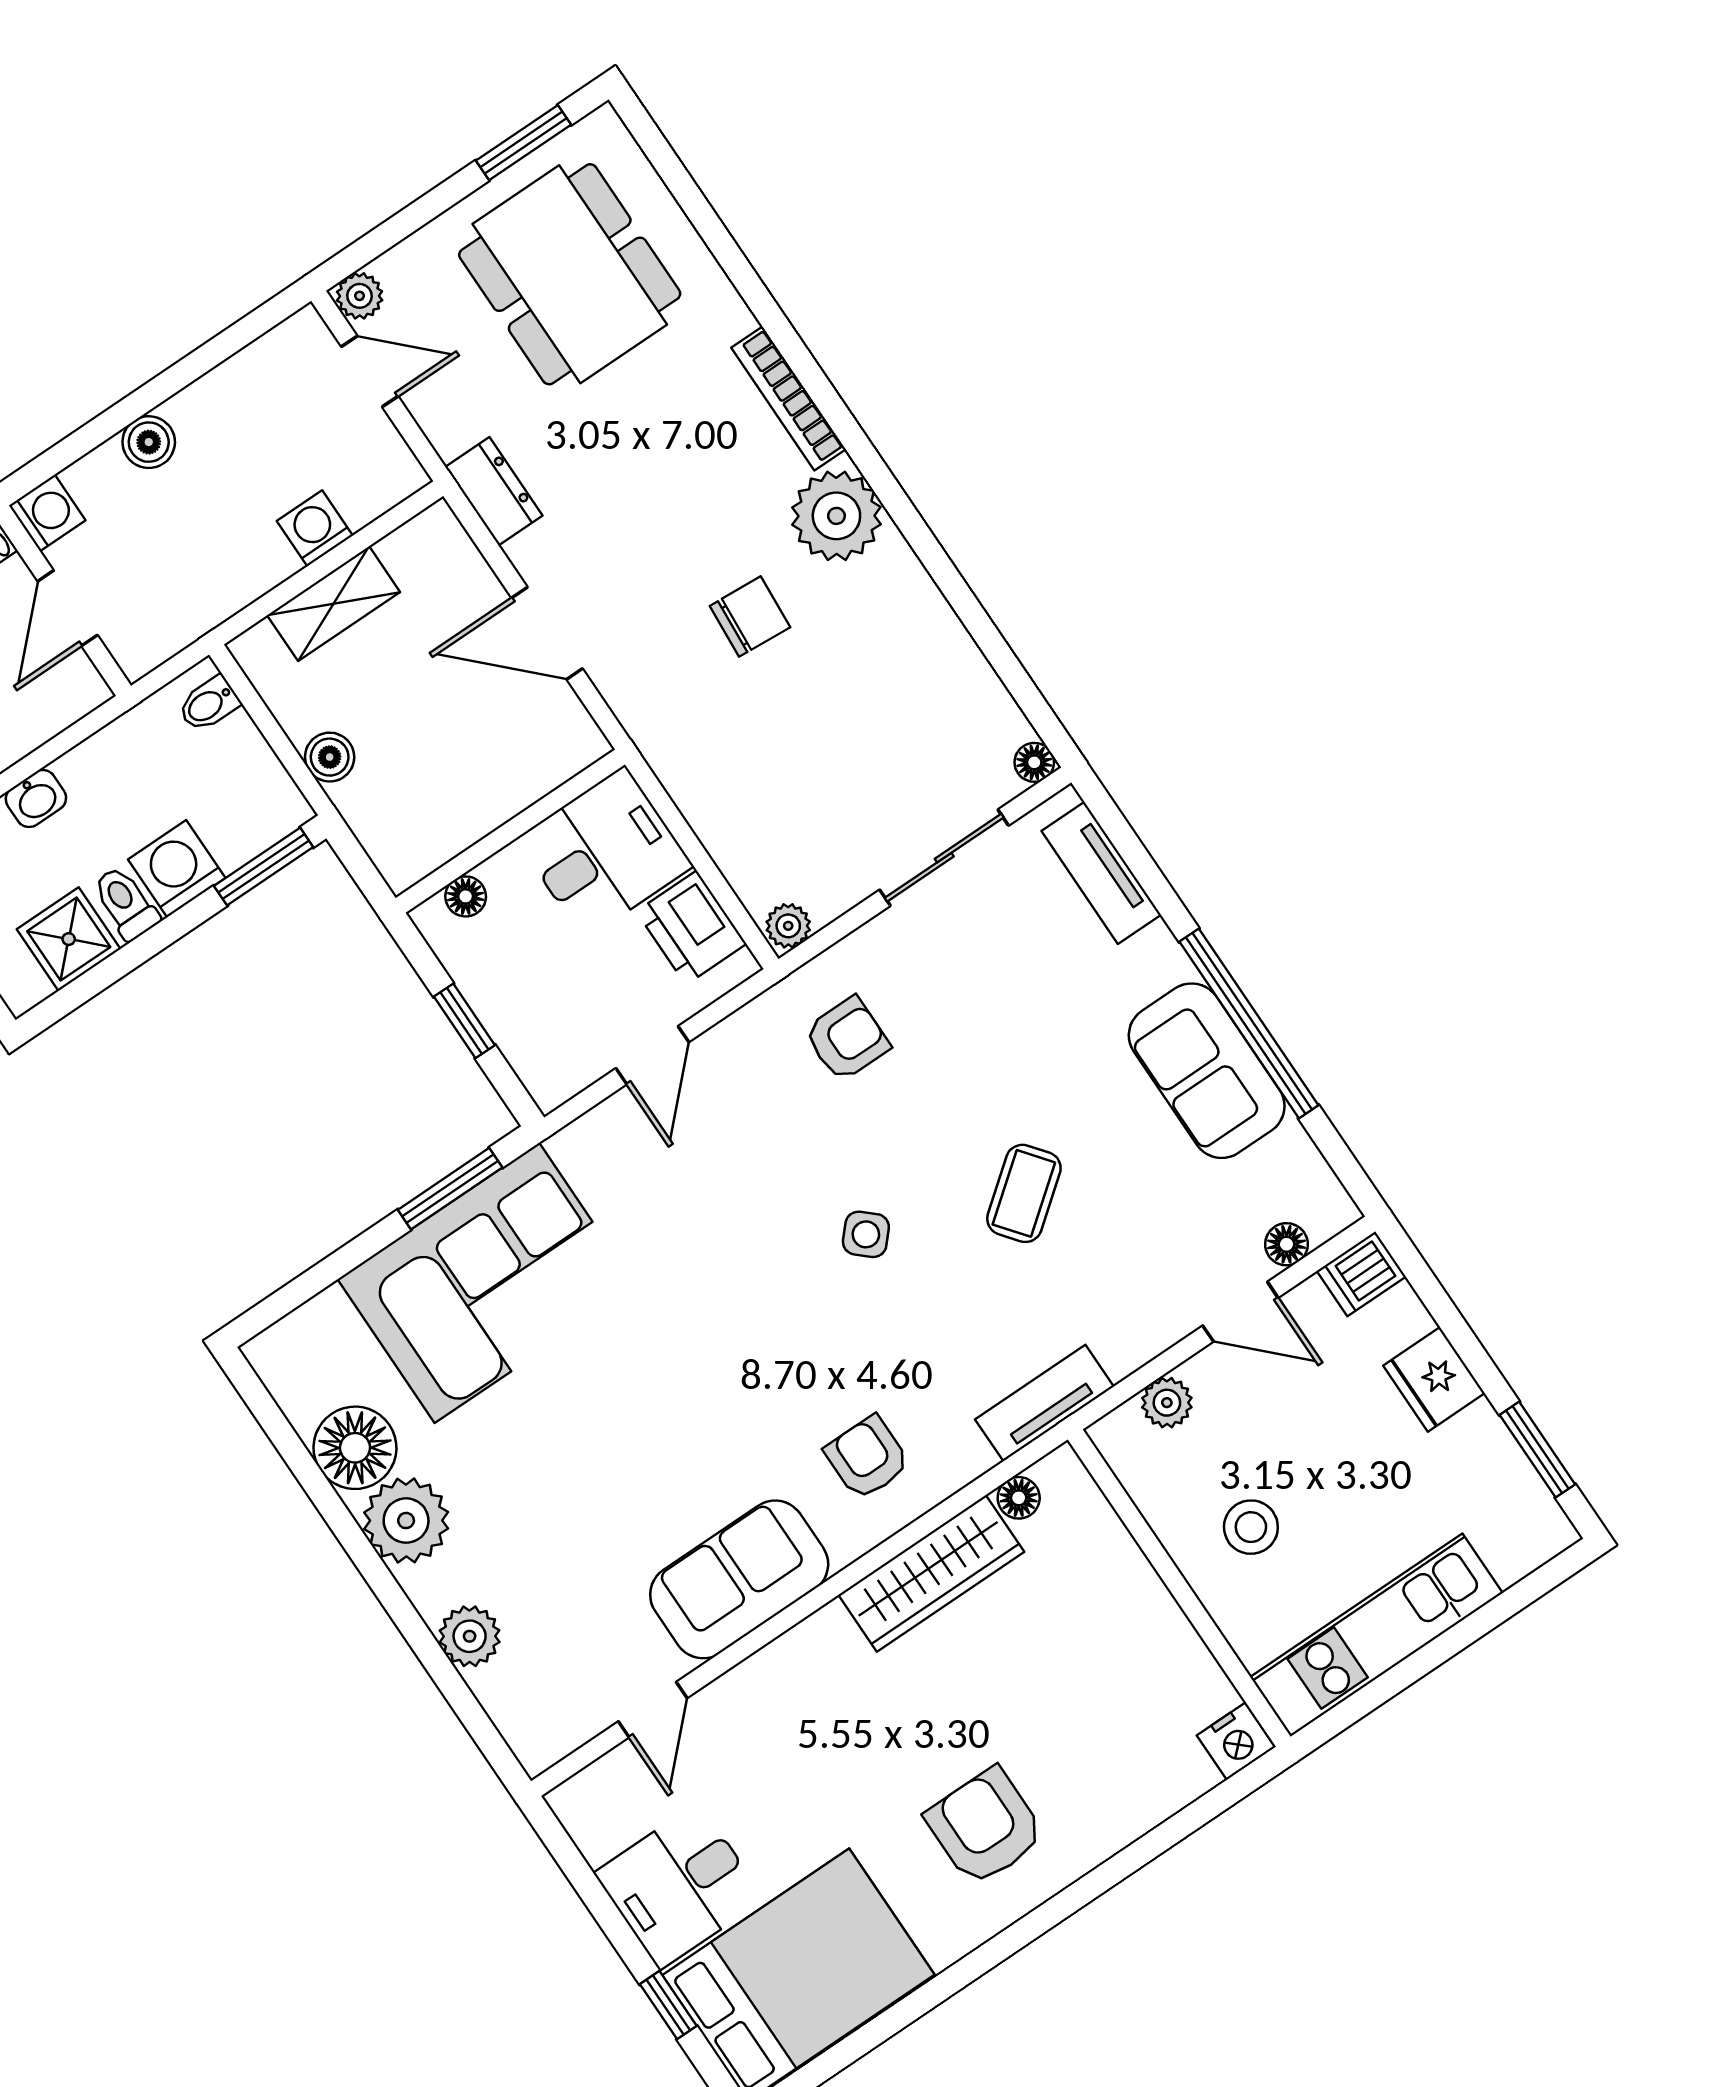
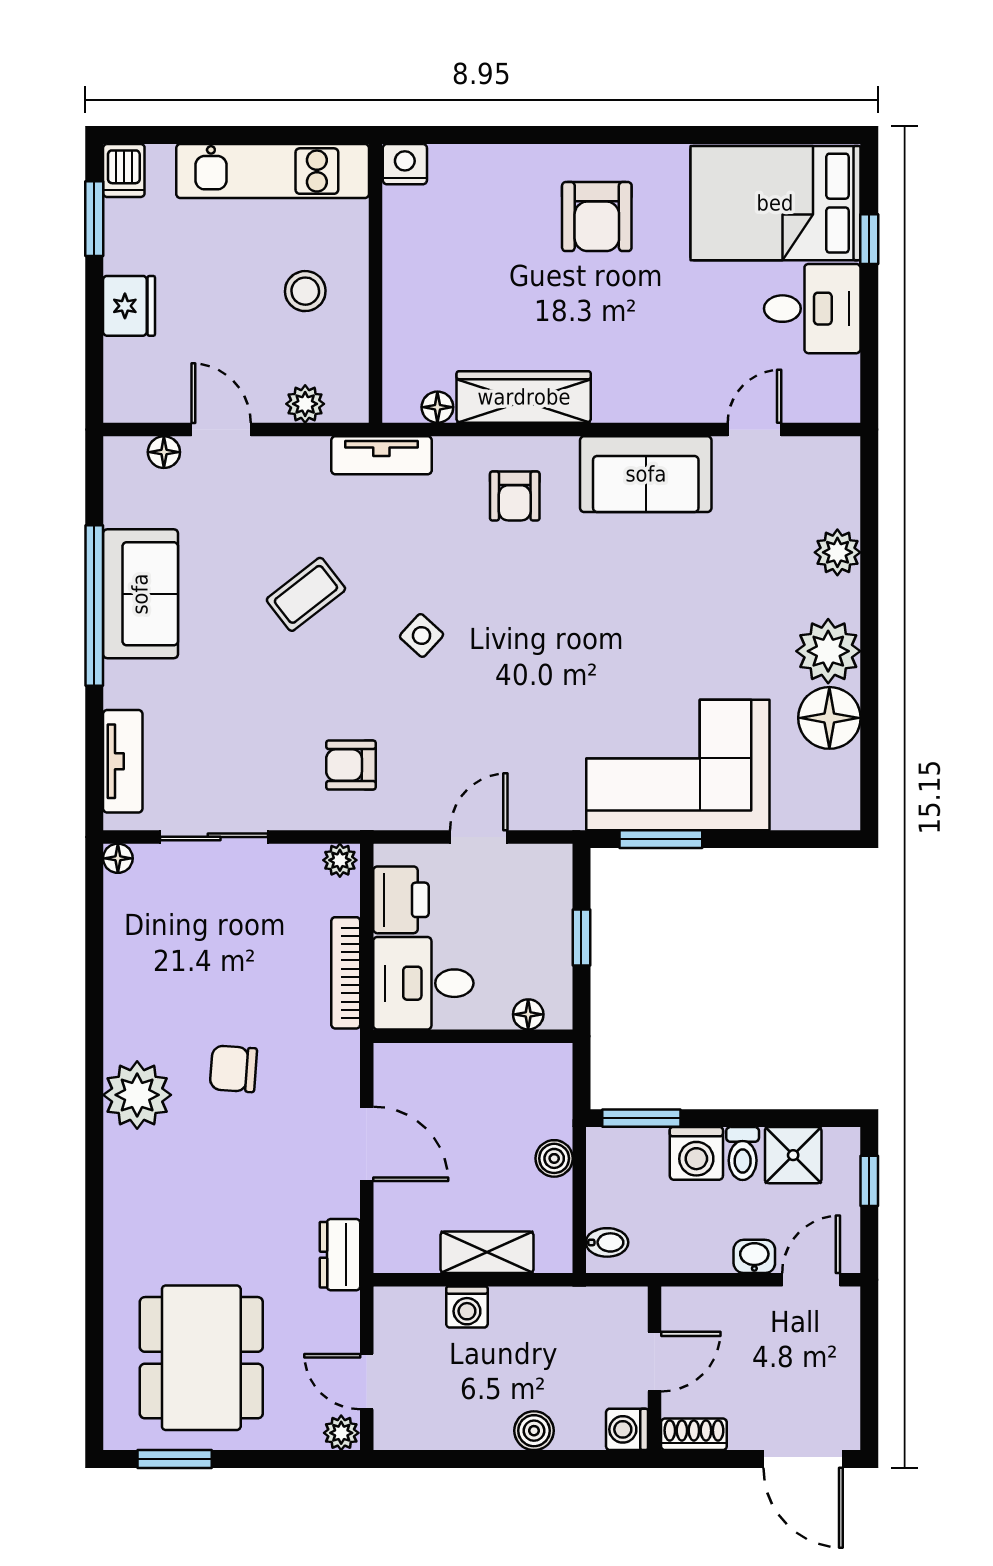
bookcase: (789, 398) -> (346, 973), moved, turned 180
dishwasher: (1361, 1274) -> (124, 171), moved, turned 90

